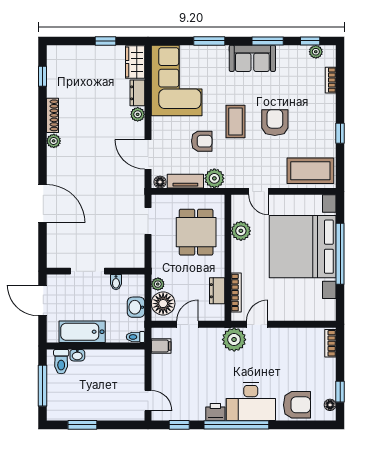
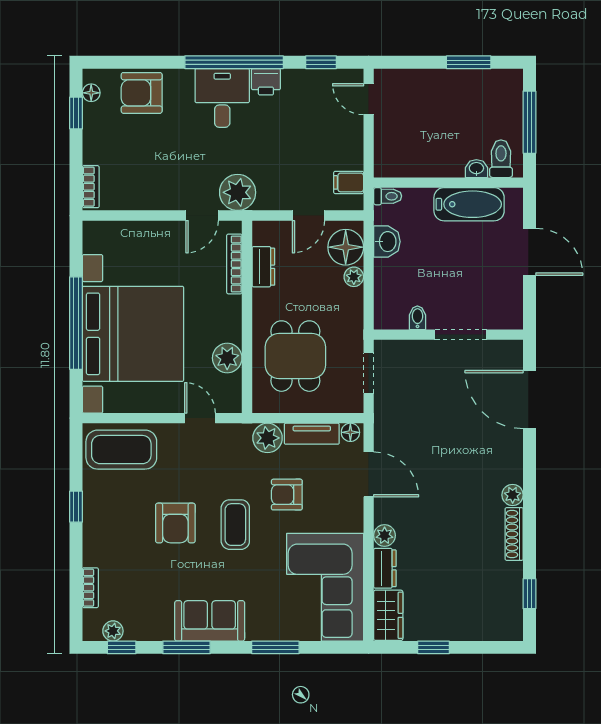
doorway: (88, 271) -> (461, 335), moved
wall: (96, 271) -> (448, 335), moved
bidet: (116, 282) -> (417, 318), moved
desk: (251, 401) -> (222, 98), width x0.73

